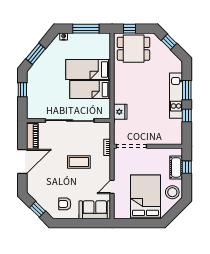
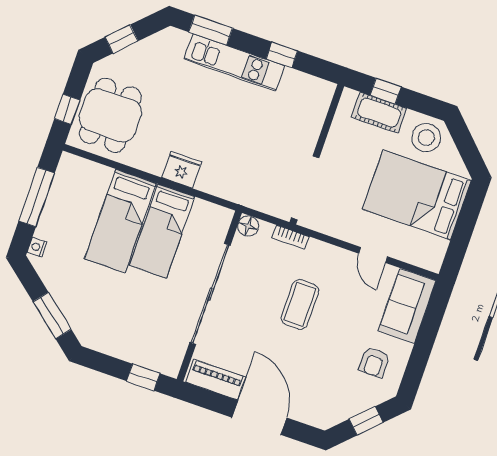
window: (22, 90) -> (143, 377), moved
window: (187, 90) -> (211, 30), moved
fridge: (120, 112) -> (182, 170), moved
floor lamp: (106, 127) -> (248, 226), added

